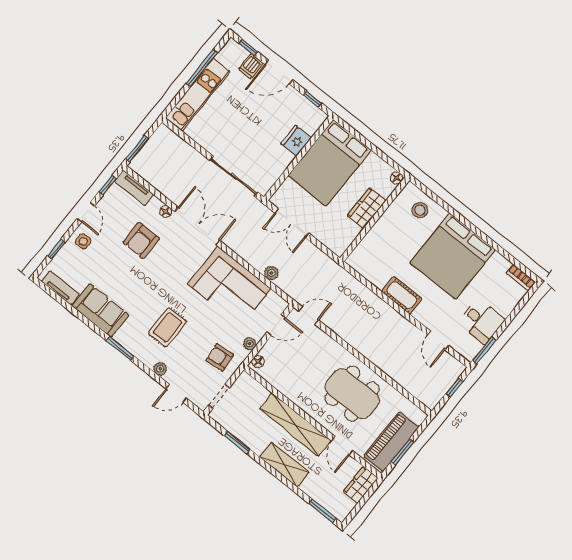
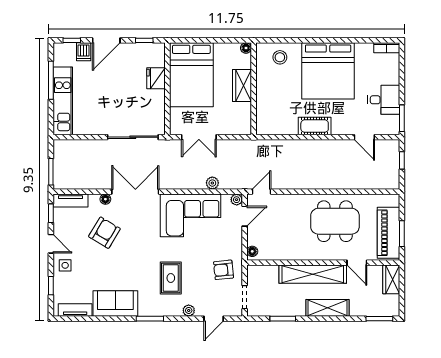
armchair: (141, 240) -> (104, 233), turned -149
plant: (250, 344) -> (237, 200), moved

